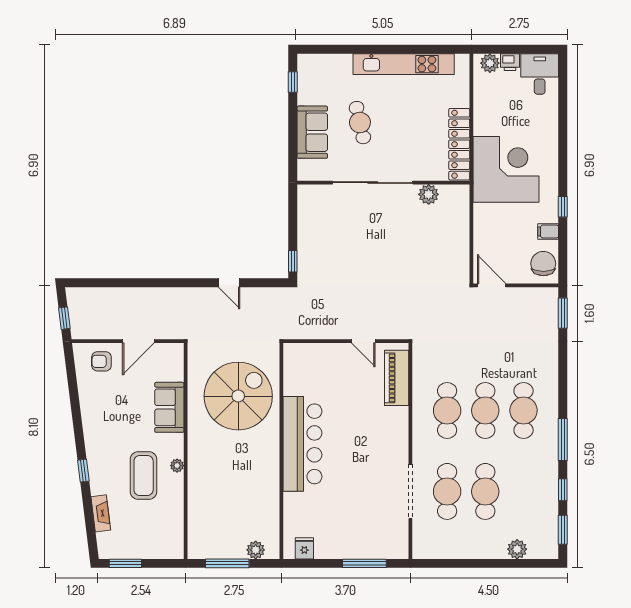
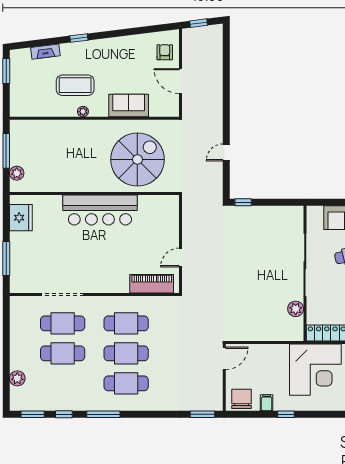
chair: (543, 264) -> (241, 399), turned -90
spiral stairs: (238, 396) -> (137, 159), turned -90
fridge: (304, 548) -> (21, 218), width x1.88, depth x1.34

